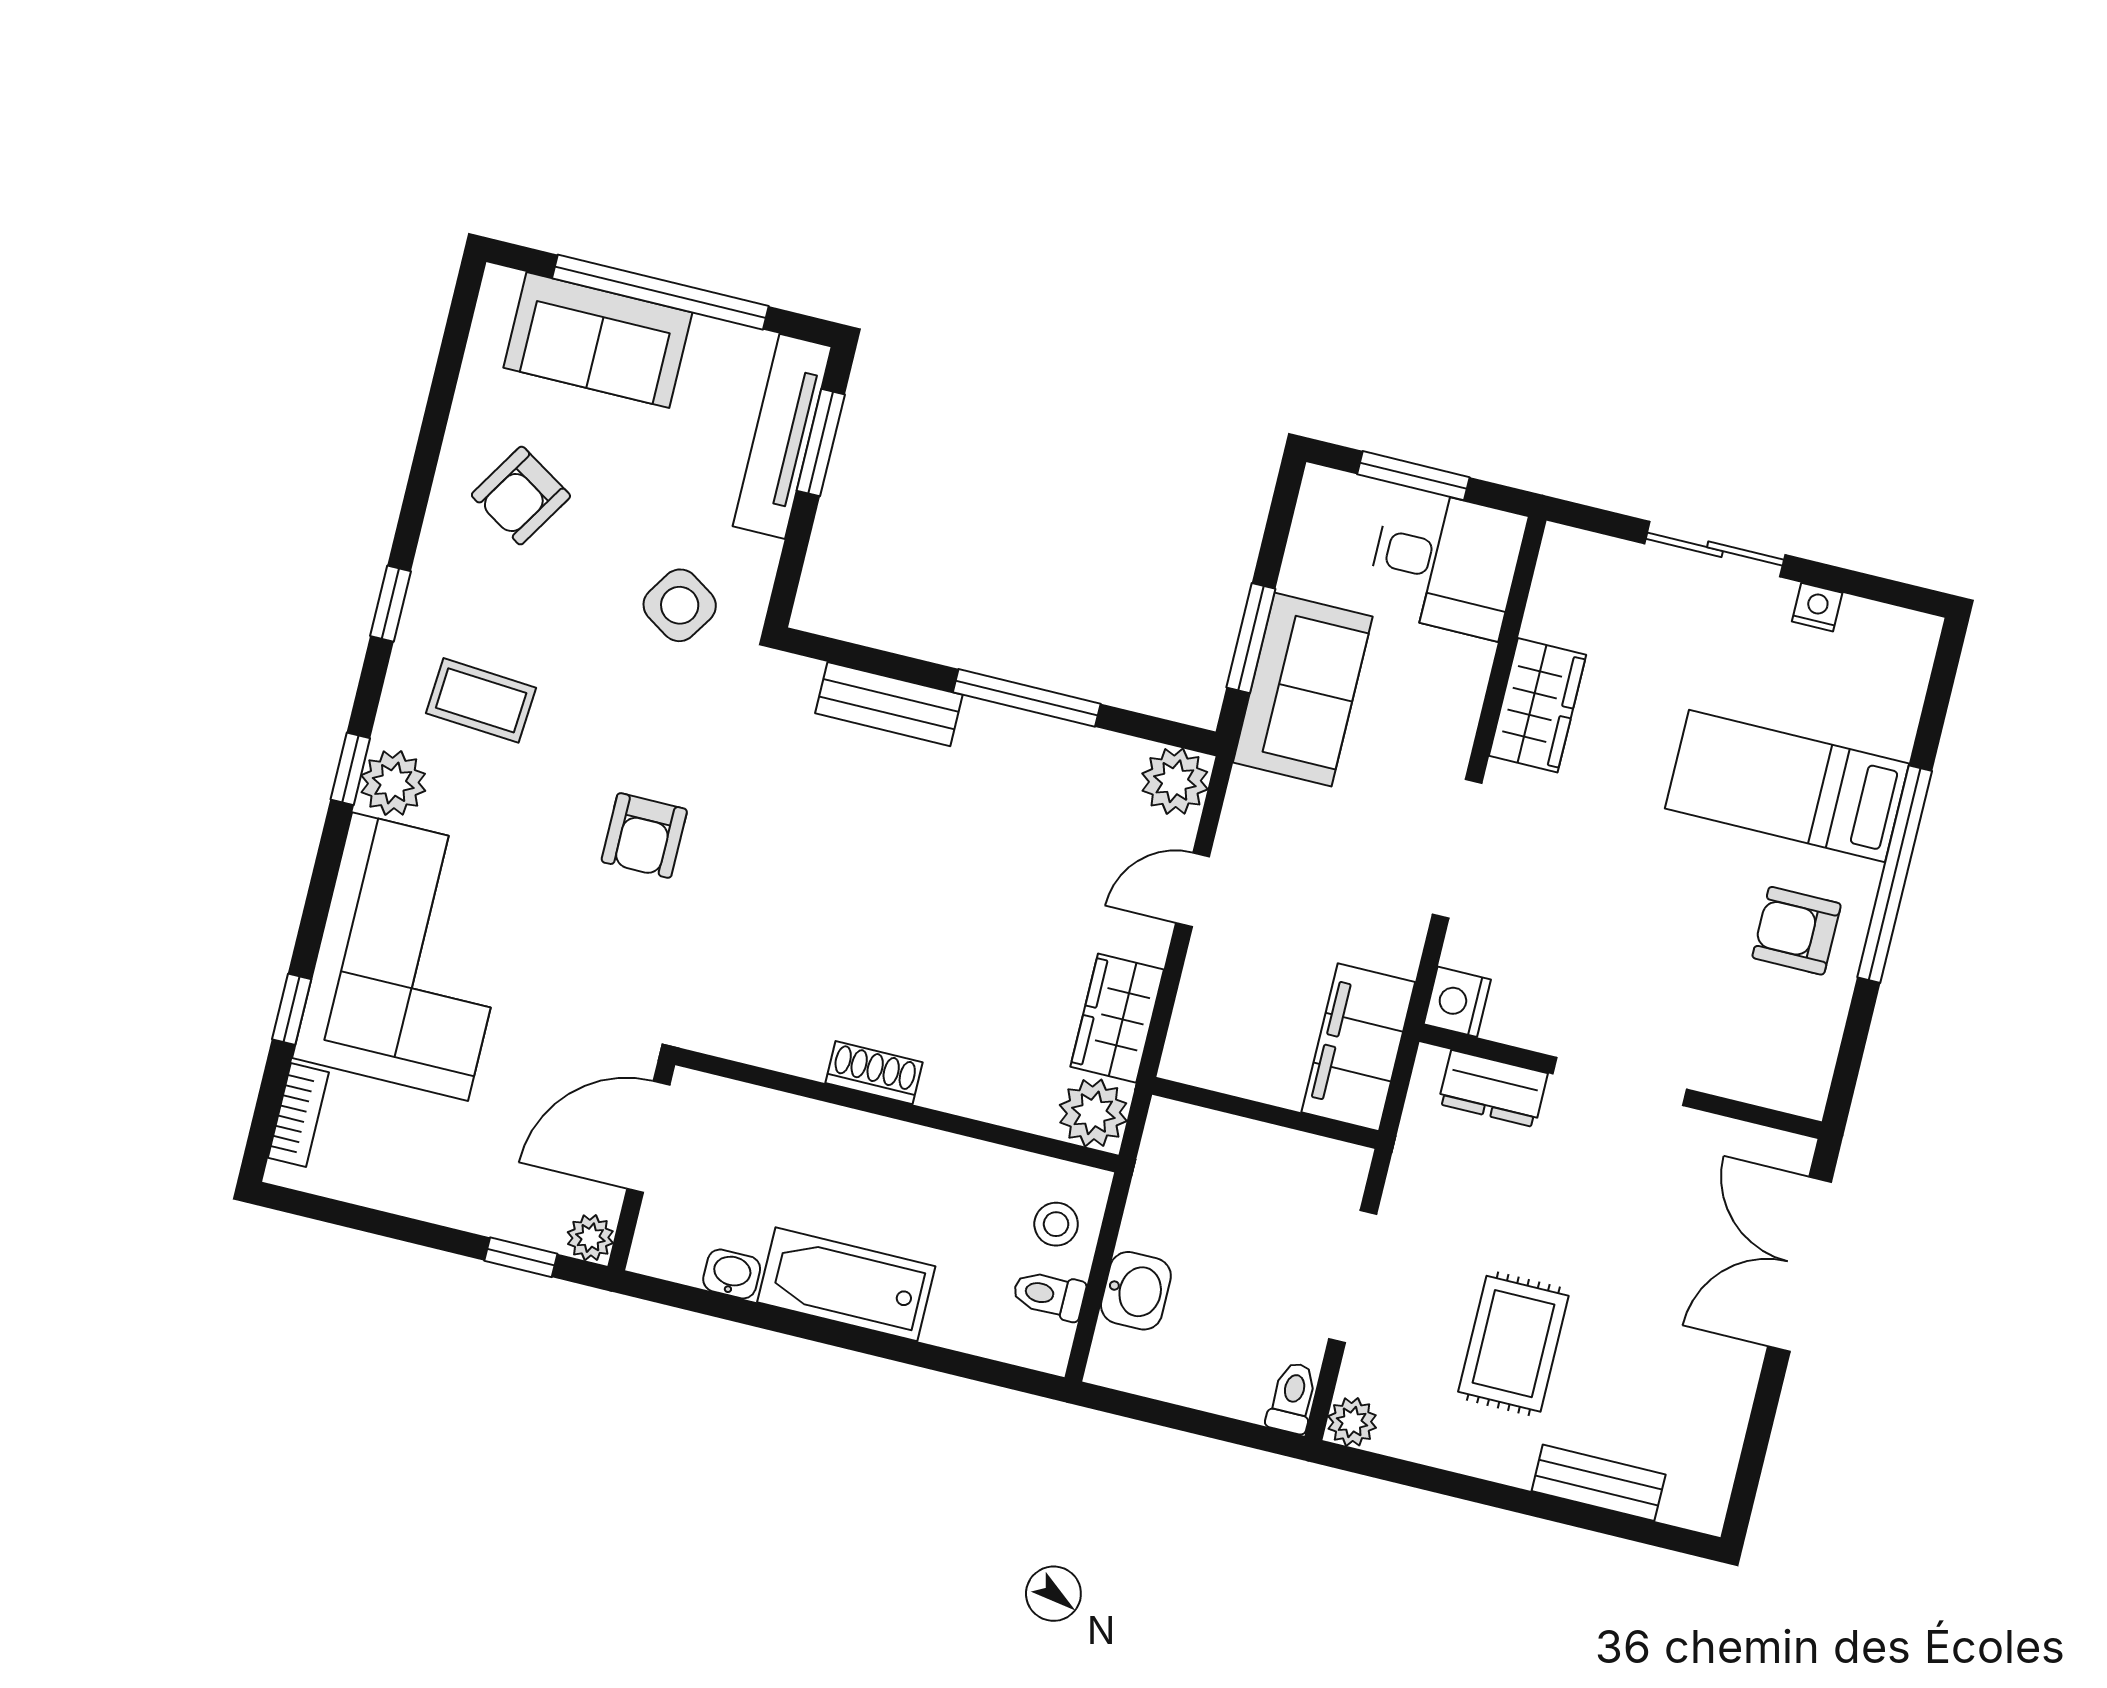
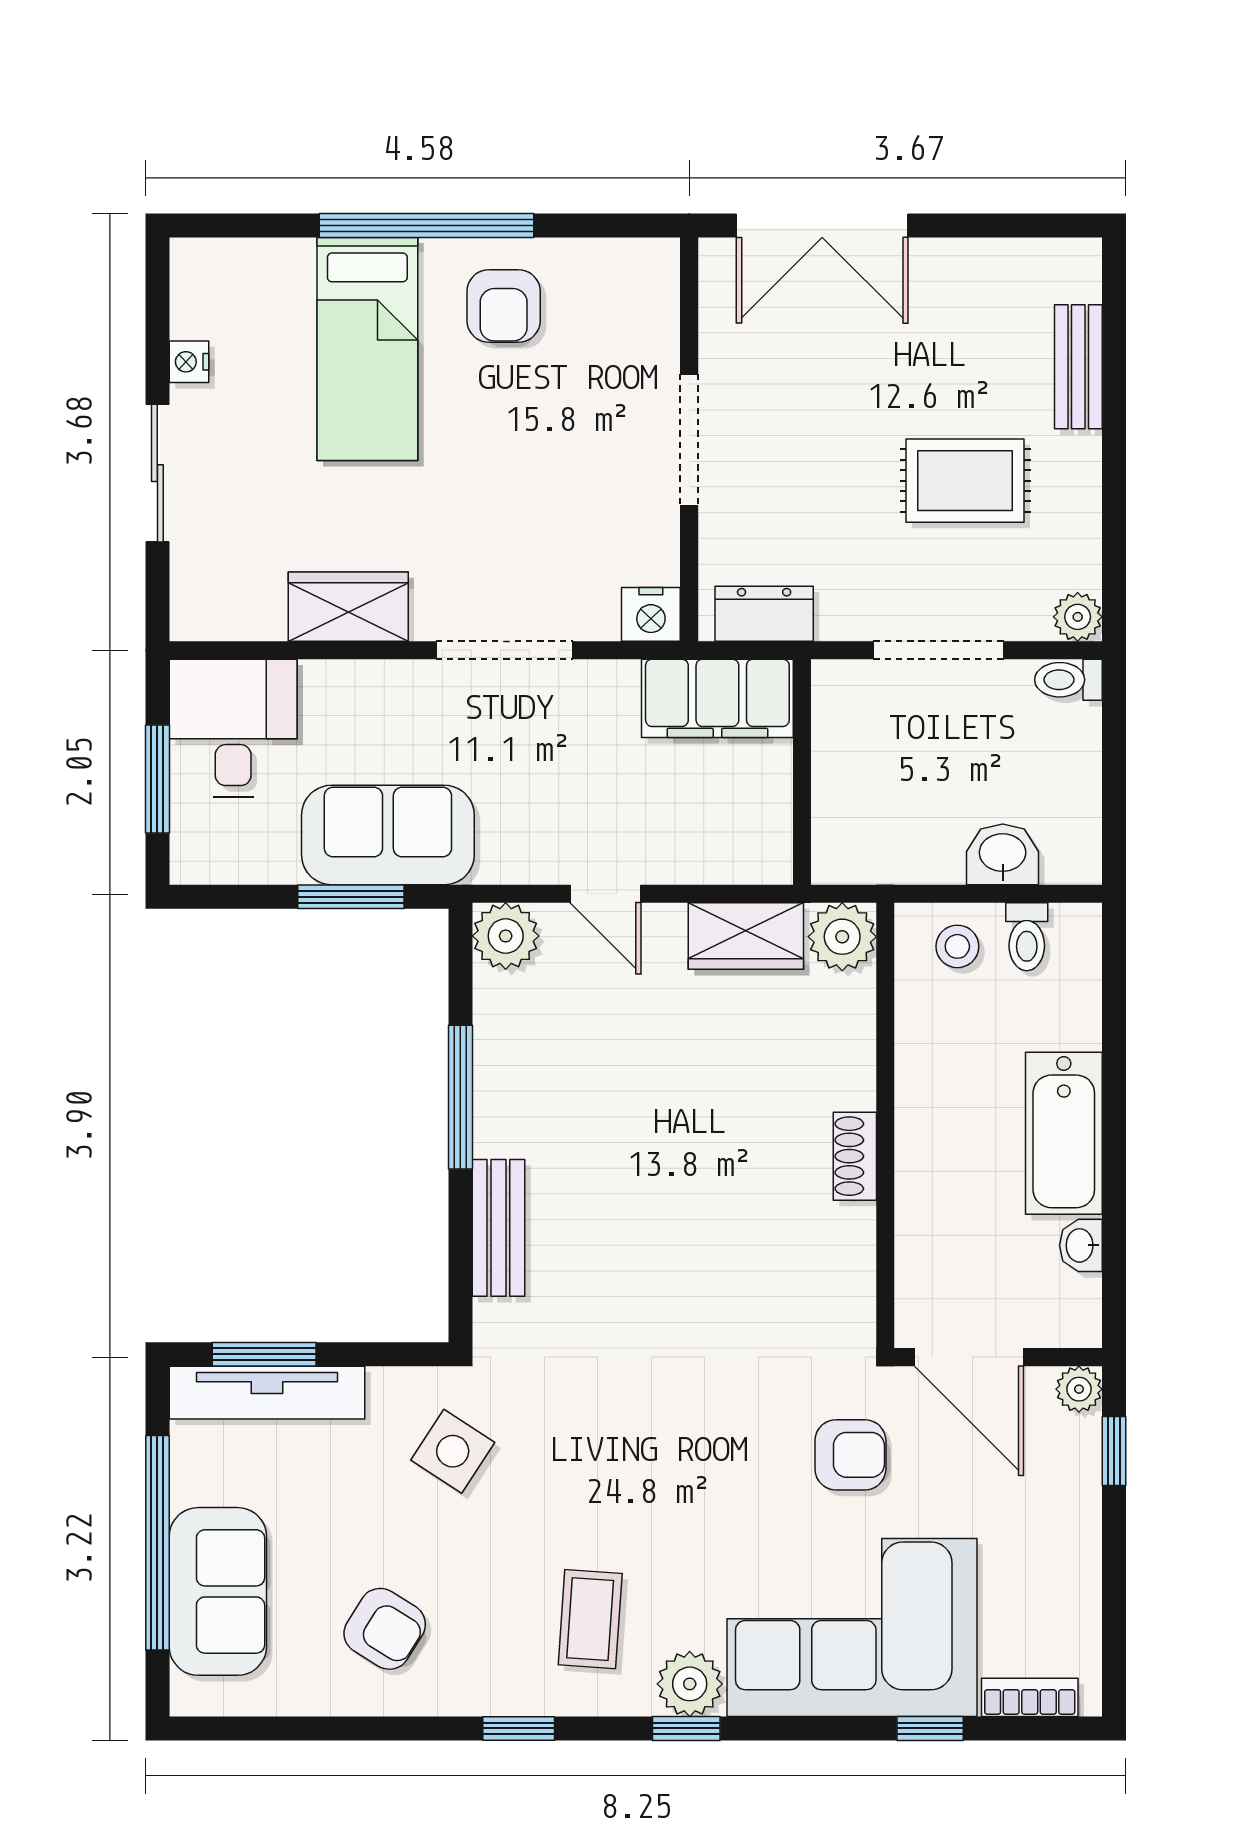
armchair: (644, 836) -> (850, 1455), moved
dresser: (1493, 1089) -> (764, 614), moved, turned -90

